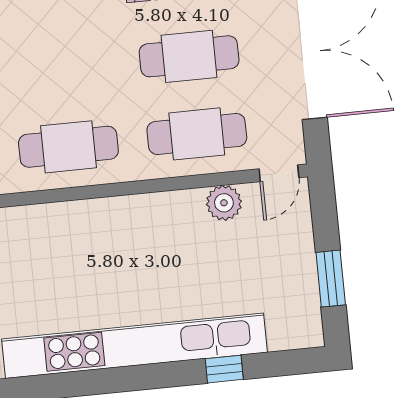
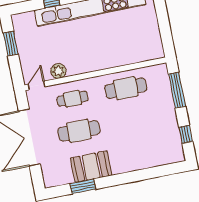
cafe table: (197, 134) -> (73, 99), width x0.73, depth x0.74

